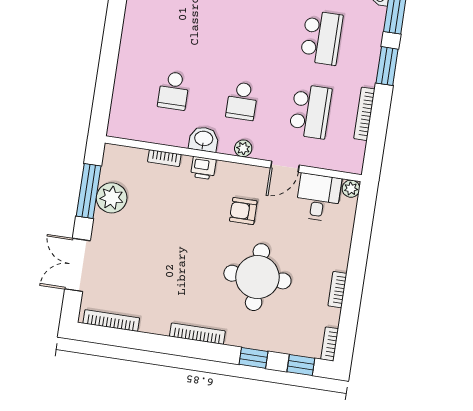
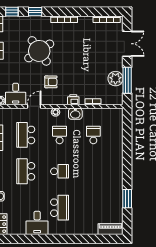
school desk: (253, 27) -> (60, 171), added
round table: (257, 277) -> (39, 51), turned -34

